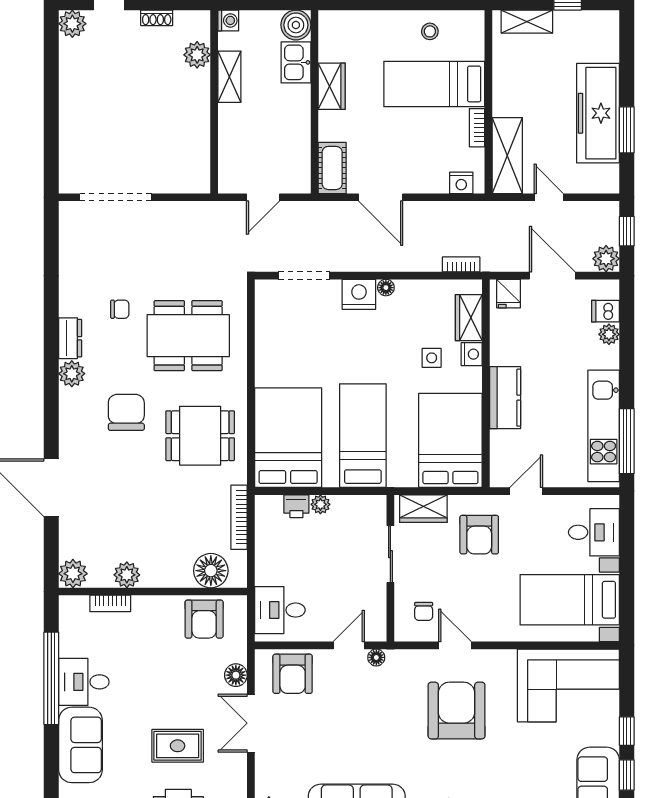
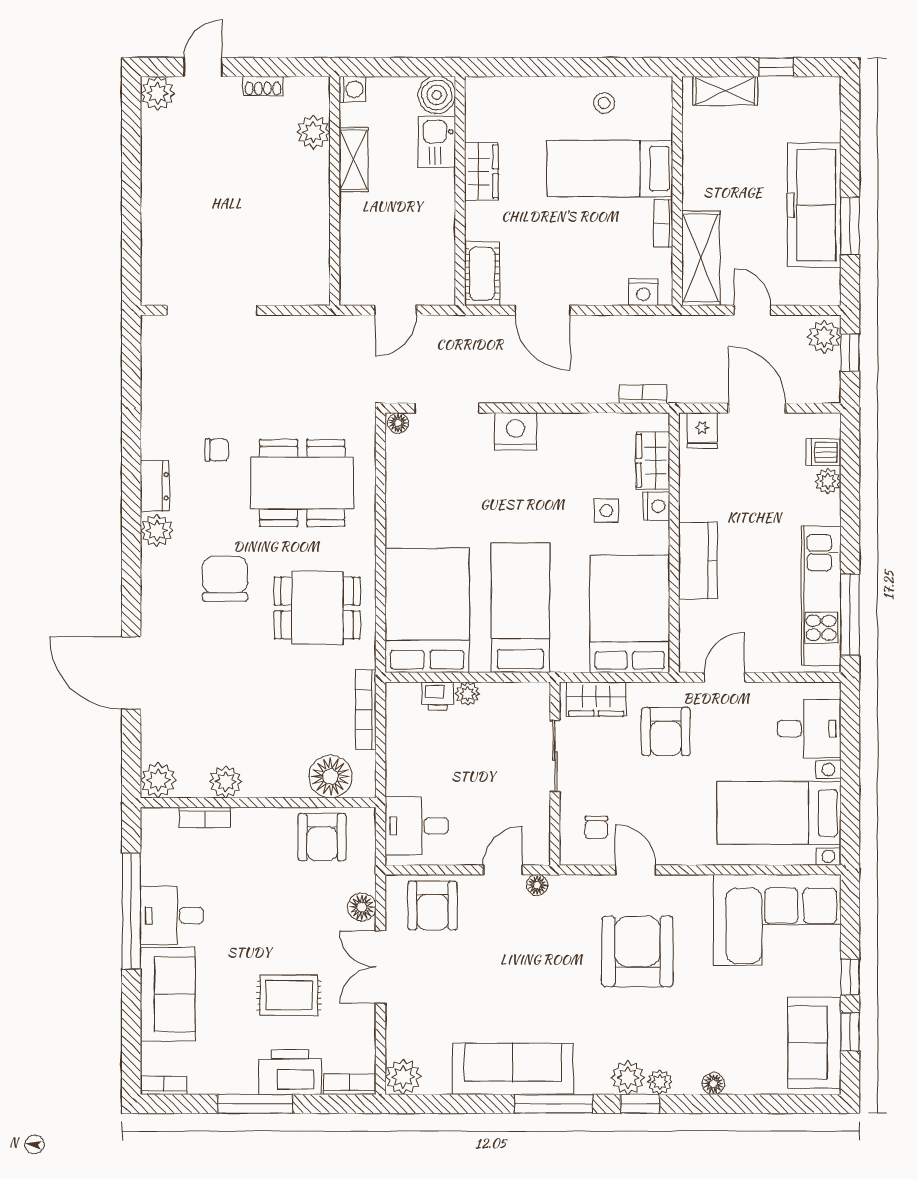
plant: (606, 259) -> (824, 337), moved
floor lamp: (386, 288) -> (398, 423), moved

